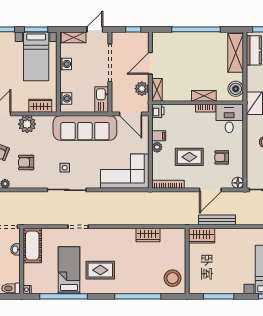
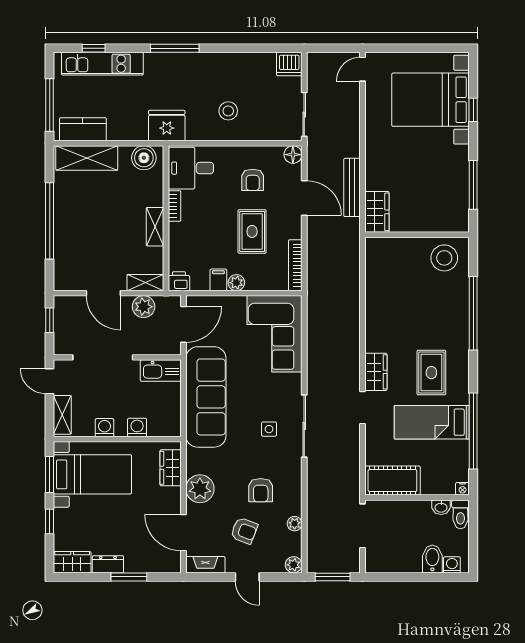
shelving: (204, 96) -> (155, 227), moved
washing machine: (66, 98) -> (137, 427), moved
wardrobe: (148, 235) -> (376, 372), moved
washbasin: (15, 249) -> (441, 507), moved

